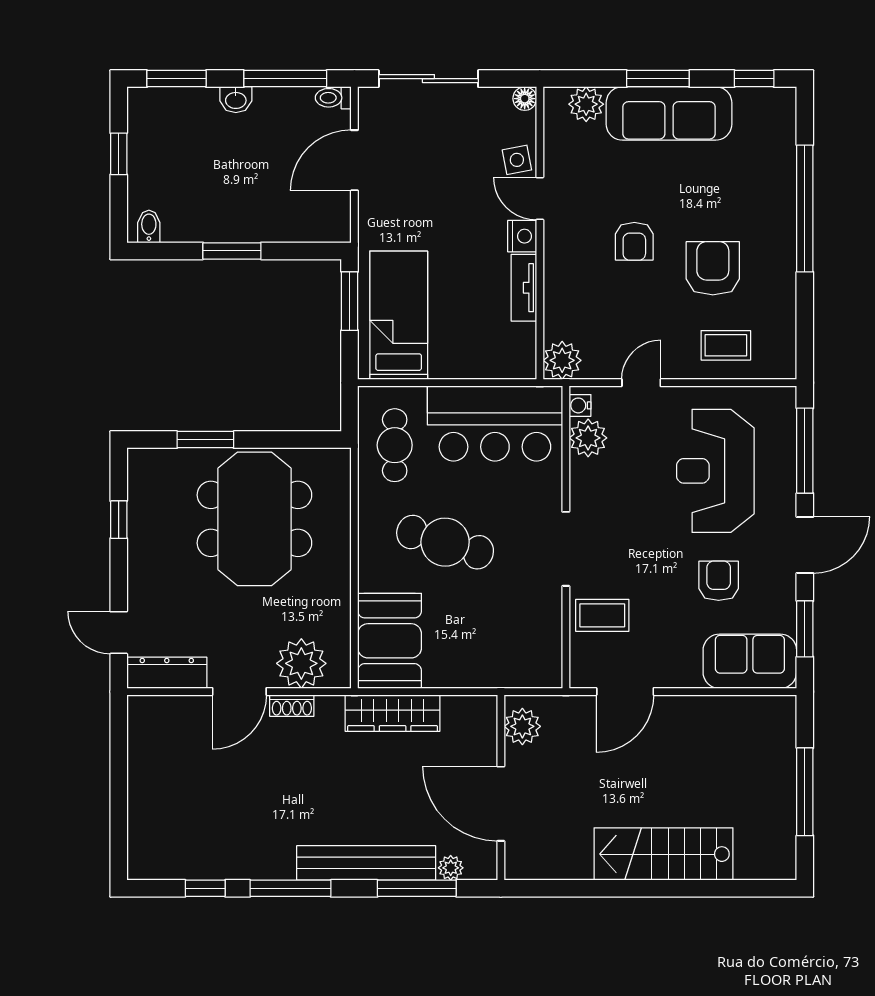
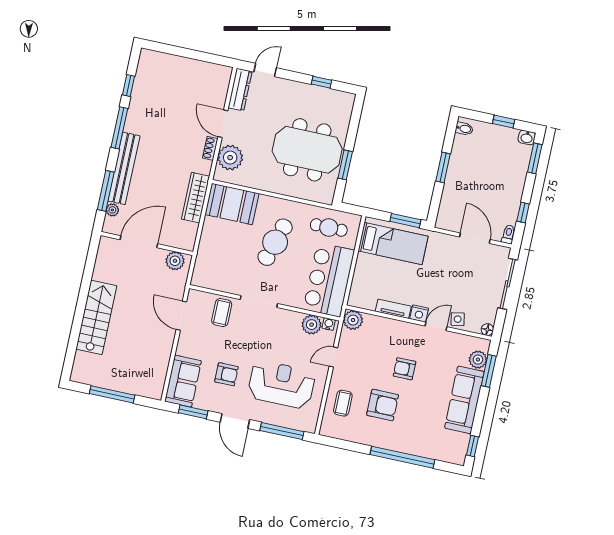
window: (285, 79) -> (523, 213), width x0.46
window: (658, 79) -> (489, 371), moved
washbasin: (236, 100) -> (527, 137), moved, turned -90
door: (641, 383) -> (333, 357), swing flipped
window: (205, 440) -> (345, 165), moved

